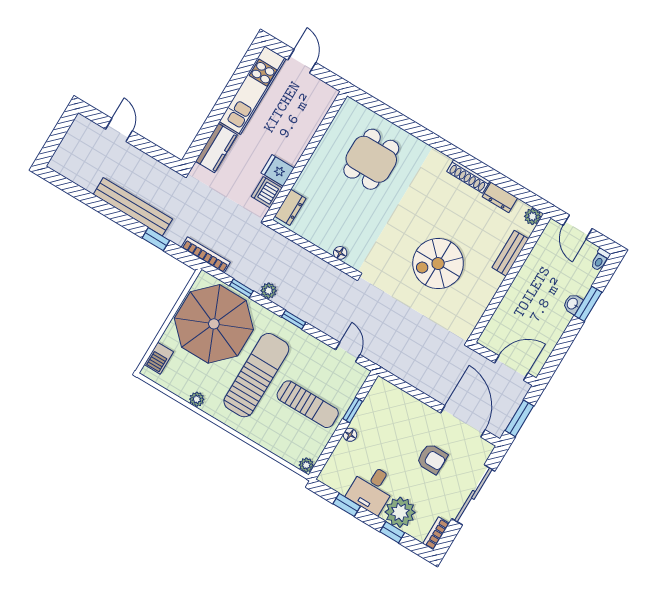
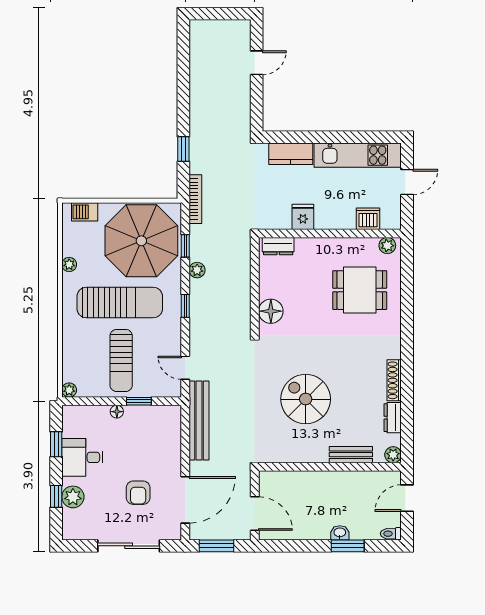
plant: (347, 112) -> (387, 246), added
dishwasher: (267, 192) -> (368, 219), moved
bench: (133, 207) -> (199, 420), moved
floor lamp: (340, 253) -> (271, 311), width x1.89, depth x1.89
door: (348, 352) -> (185, 368), swing flipped
plant: (400, 512) -> (73, 497), width x0.73, depth x0.73
bookcase: (436, 533) -> (77, 534), removed

